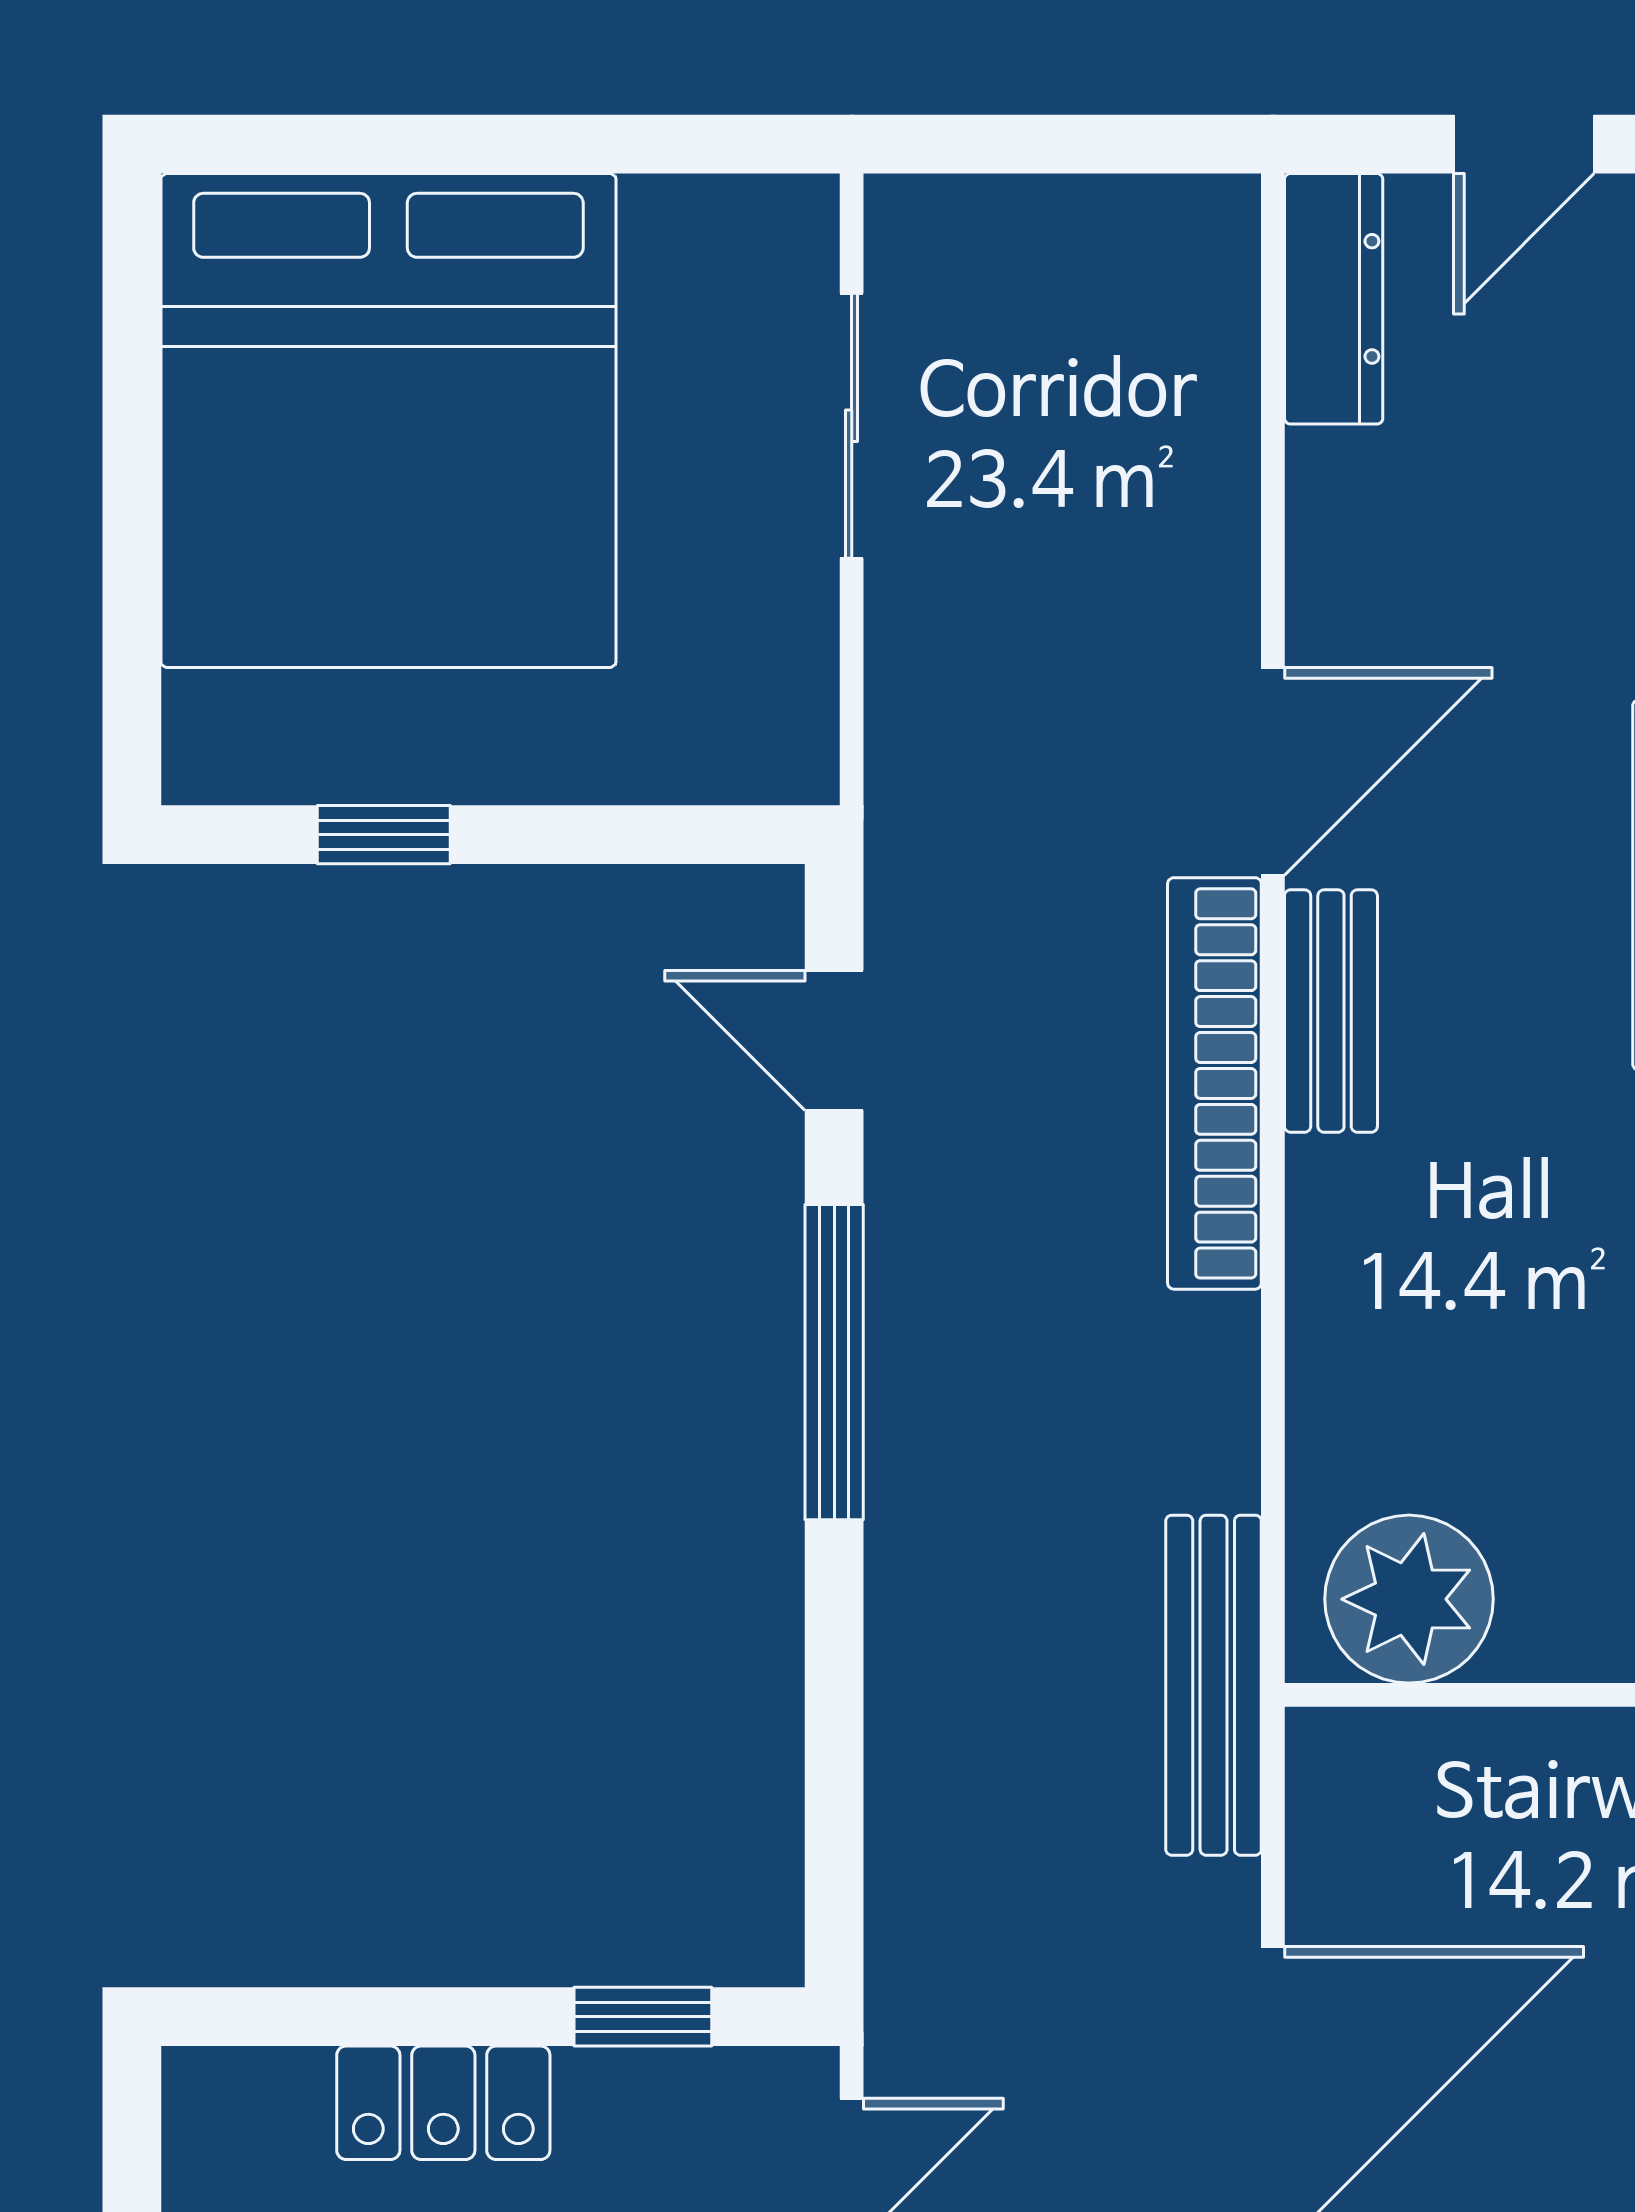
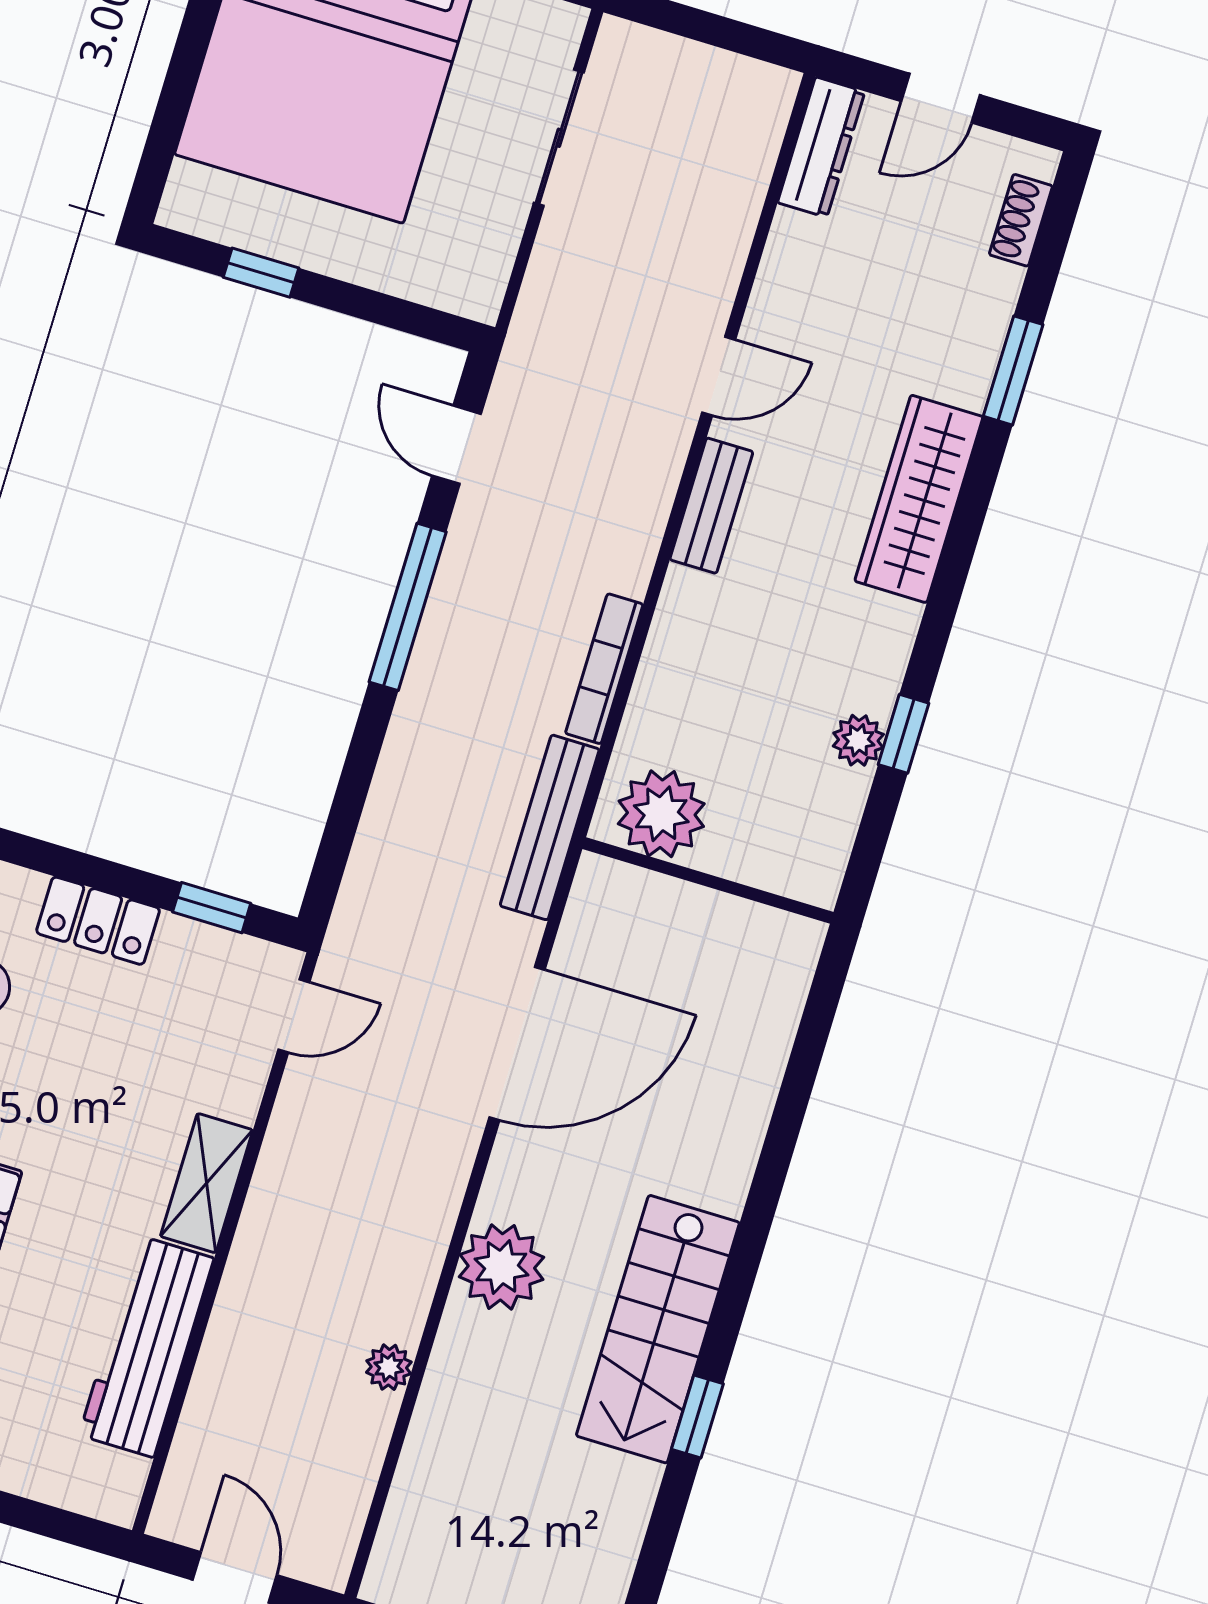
door: (1273, 771) -> (719, 376), width x0.73
bookcase: (1214, 1083) -> (604, 669), moved, width x0.68, depth x0.76

